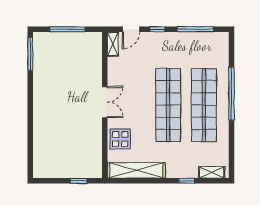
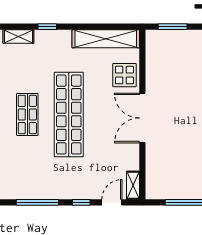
double door: (105, 102) -> (142, 118), width x1.37
shop shelf: (204, 105) -> (27, 114), width x0.50, depth x0.74
window: (79, 181) -> (173, 27), width x1.50

